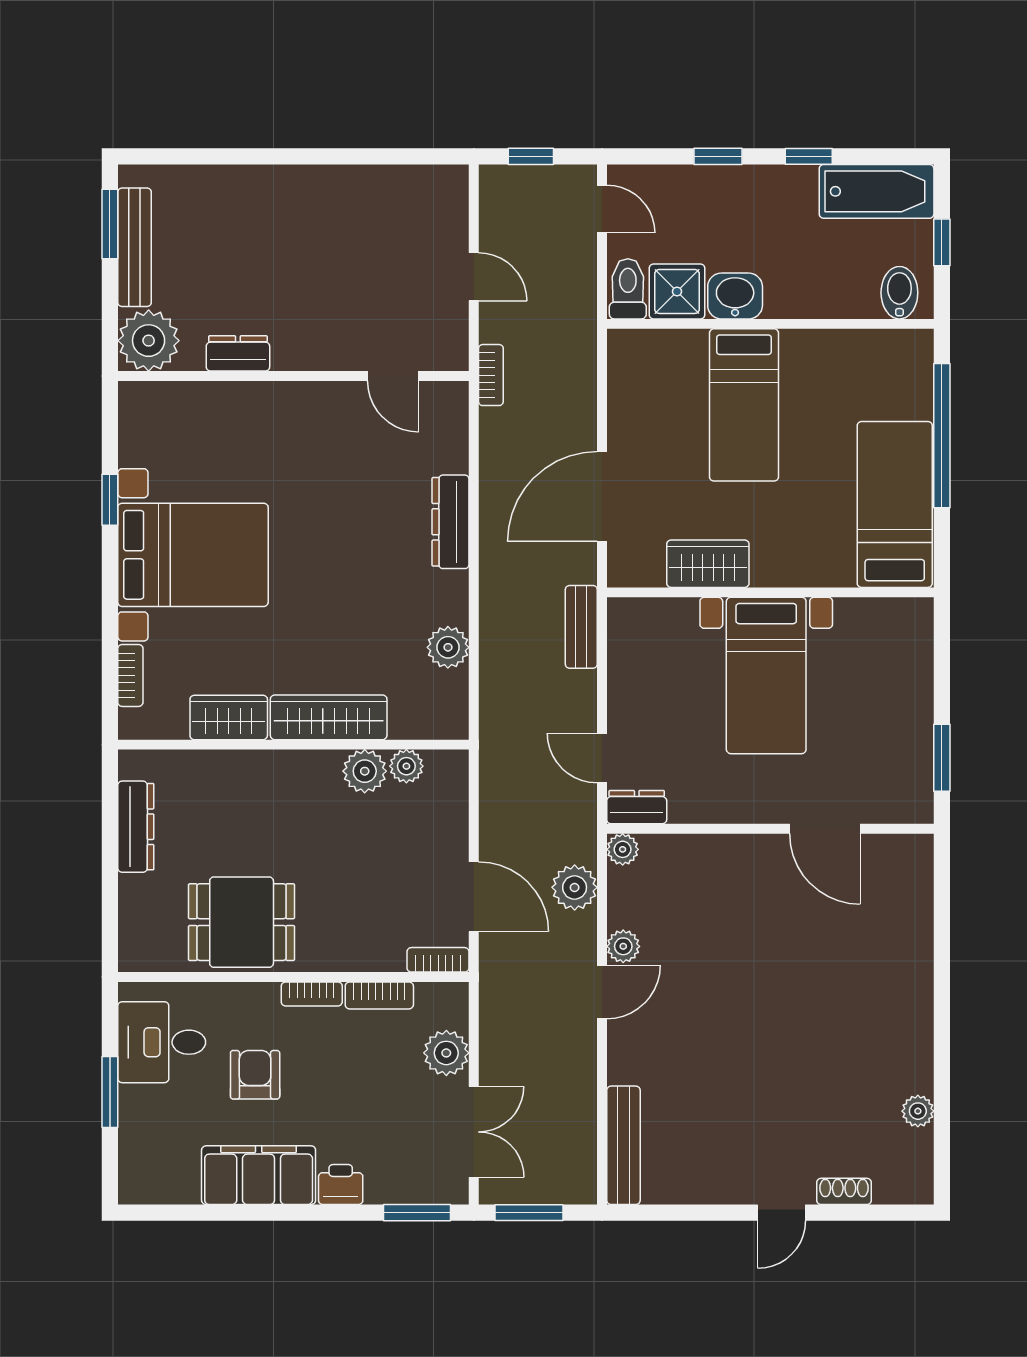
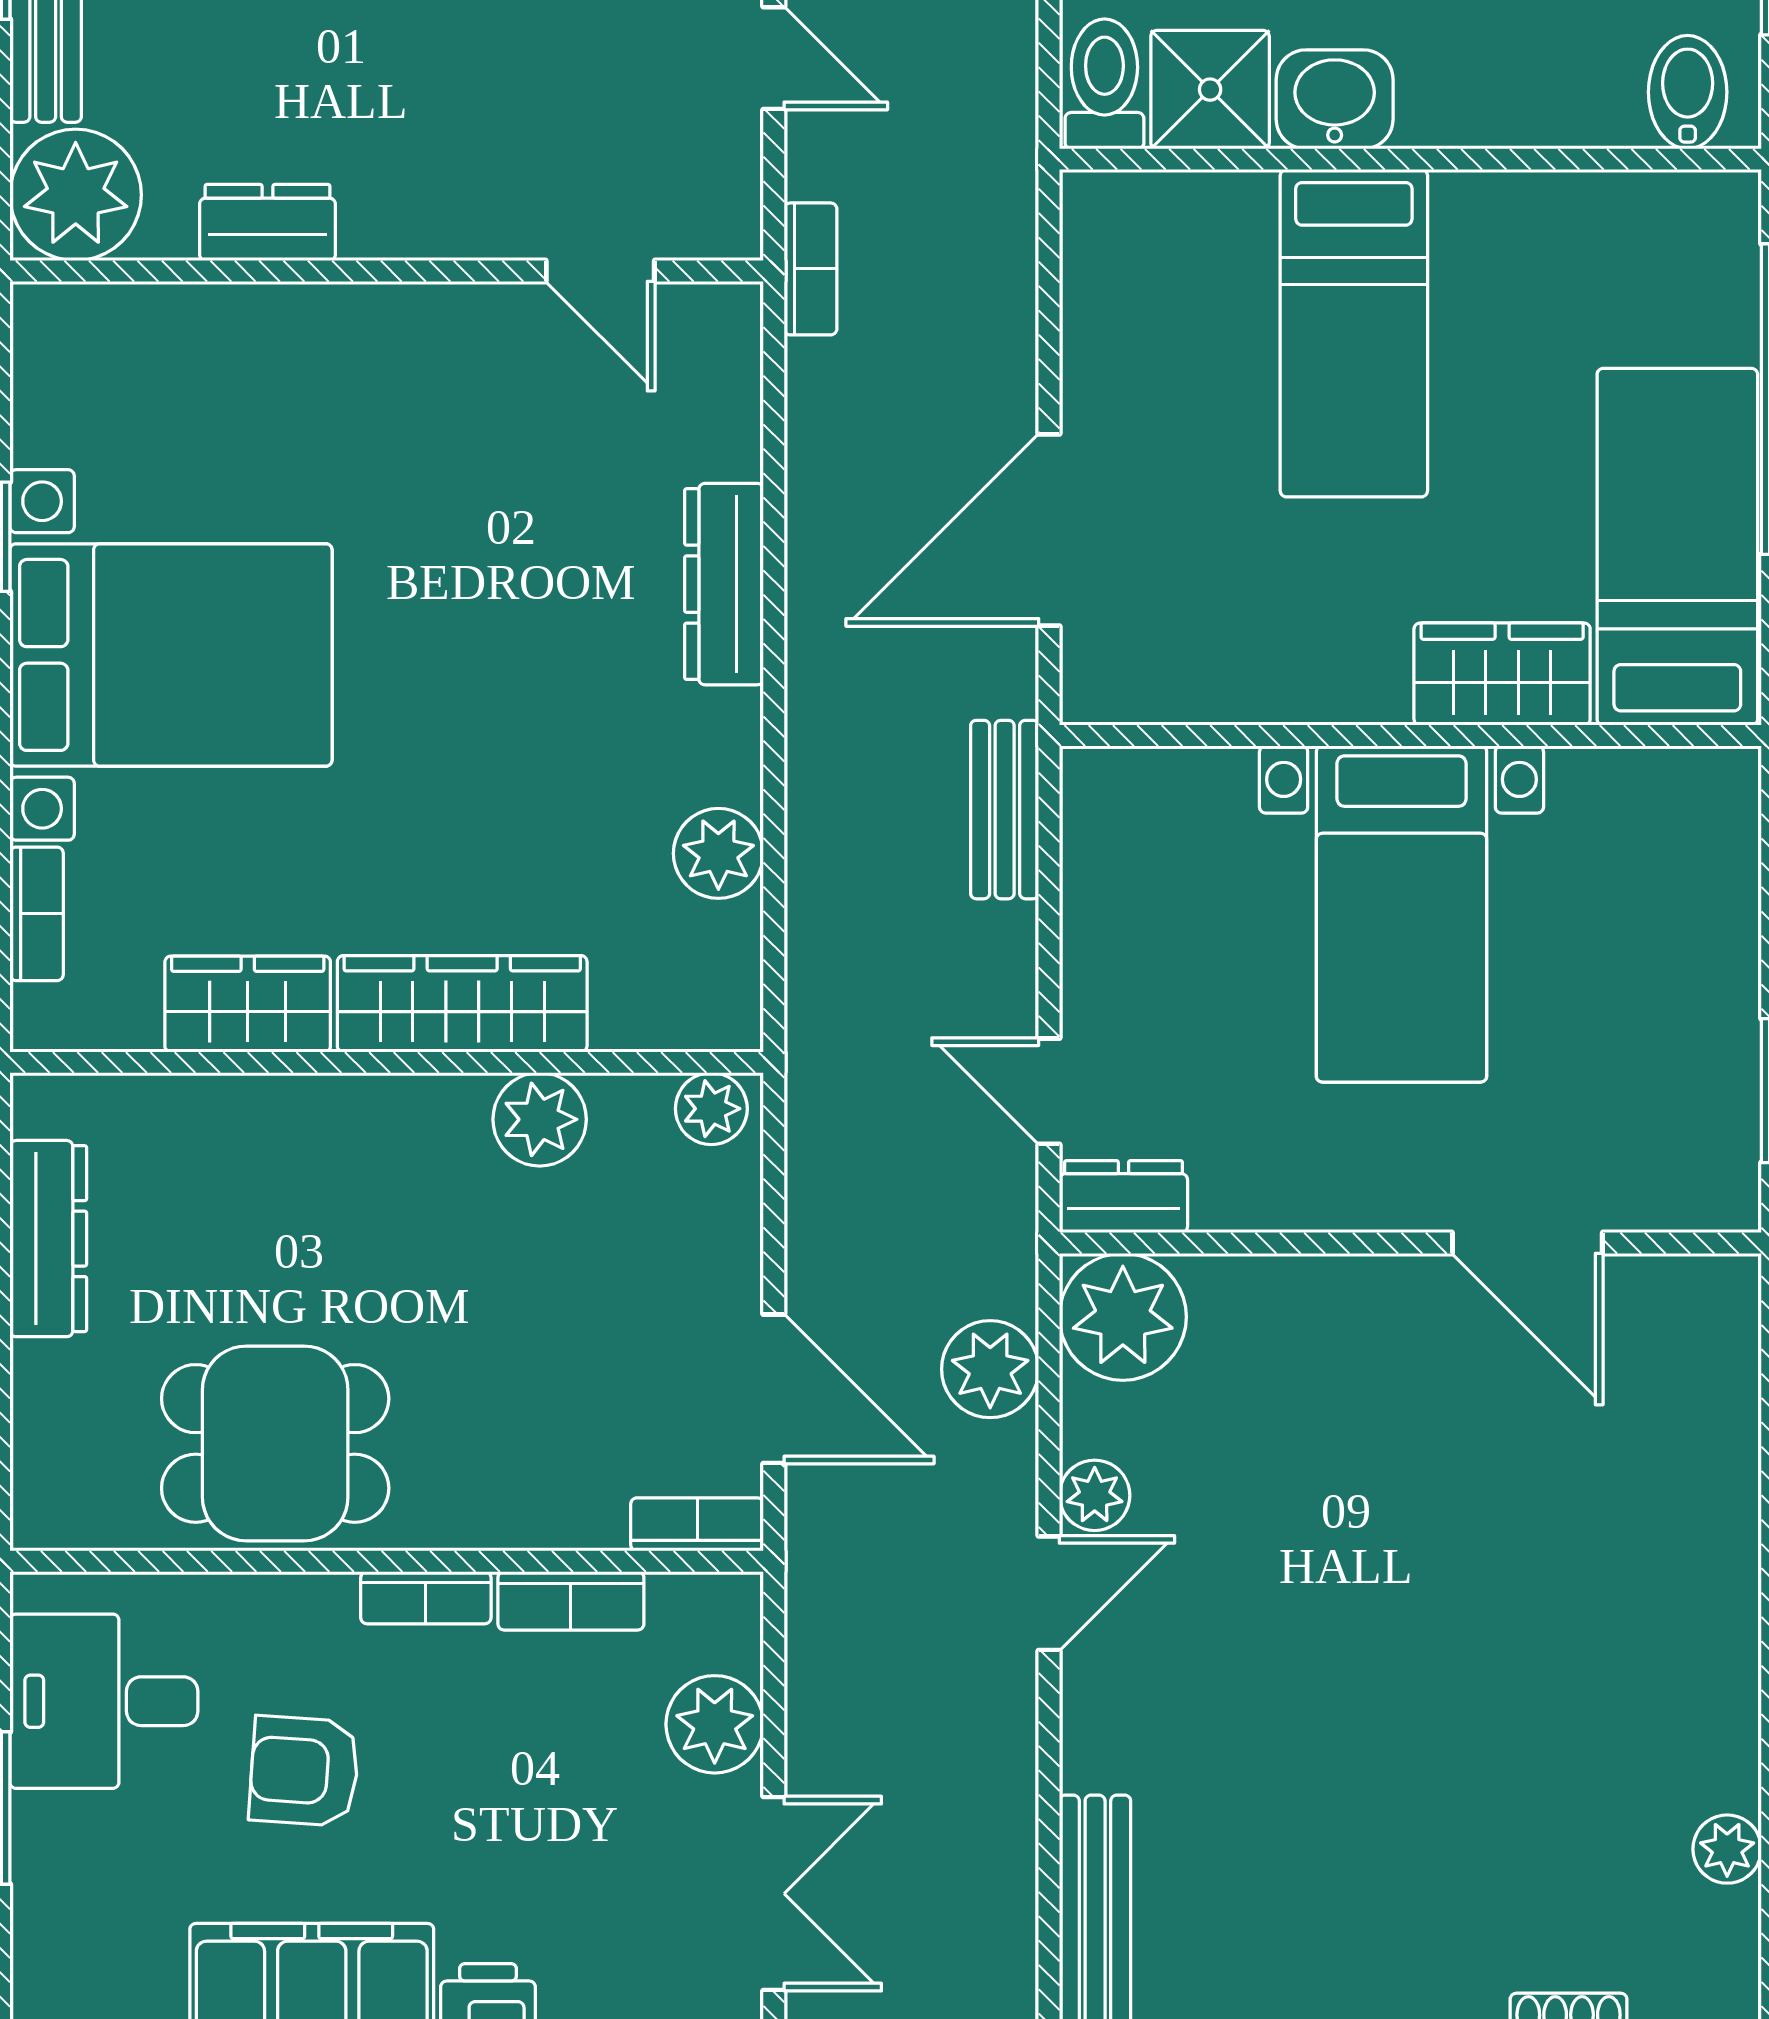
wardrobe: (708, 564) -> (1502, 674), moved
plant: (406, 766) -> (711, 1109), moved
plant: (623, 849) -> (1123, 1317), width x1.88, depth x1.88
armchair: (255, 1075) -> (304, 1771), turned -86

